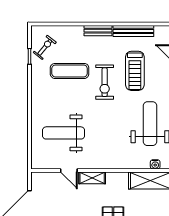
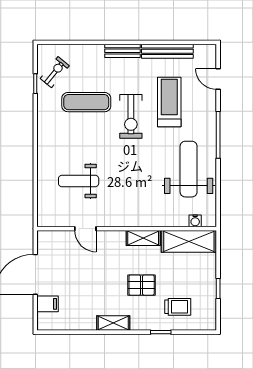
treadmill: (135, 71) -> (169, 102), turned 180
weight bench: (64, 133) -> (79, 181), width x0.73, depth x0.75
shelving: (92, 178) -> (143, 238), moved

